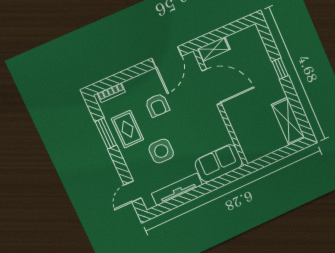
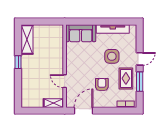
window: (280, 69) -> (18, 62), moved
door: (212, 87) -> (65, 81), width x0.53
door: (133, 191) -> (140, 59), moved

